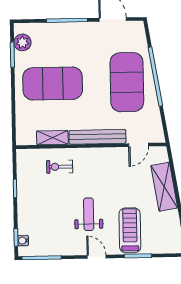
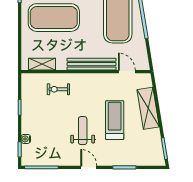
shelving: (52, 138) -> (42, 64), moved
door: (139, 145) -> (127, 72), swing flipped
treadmill: (130, 230) -> (115, 120), moved
water cooler: (23, 241) -> (26, 139), moved

